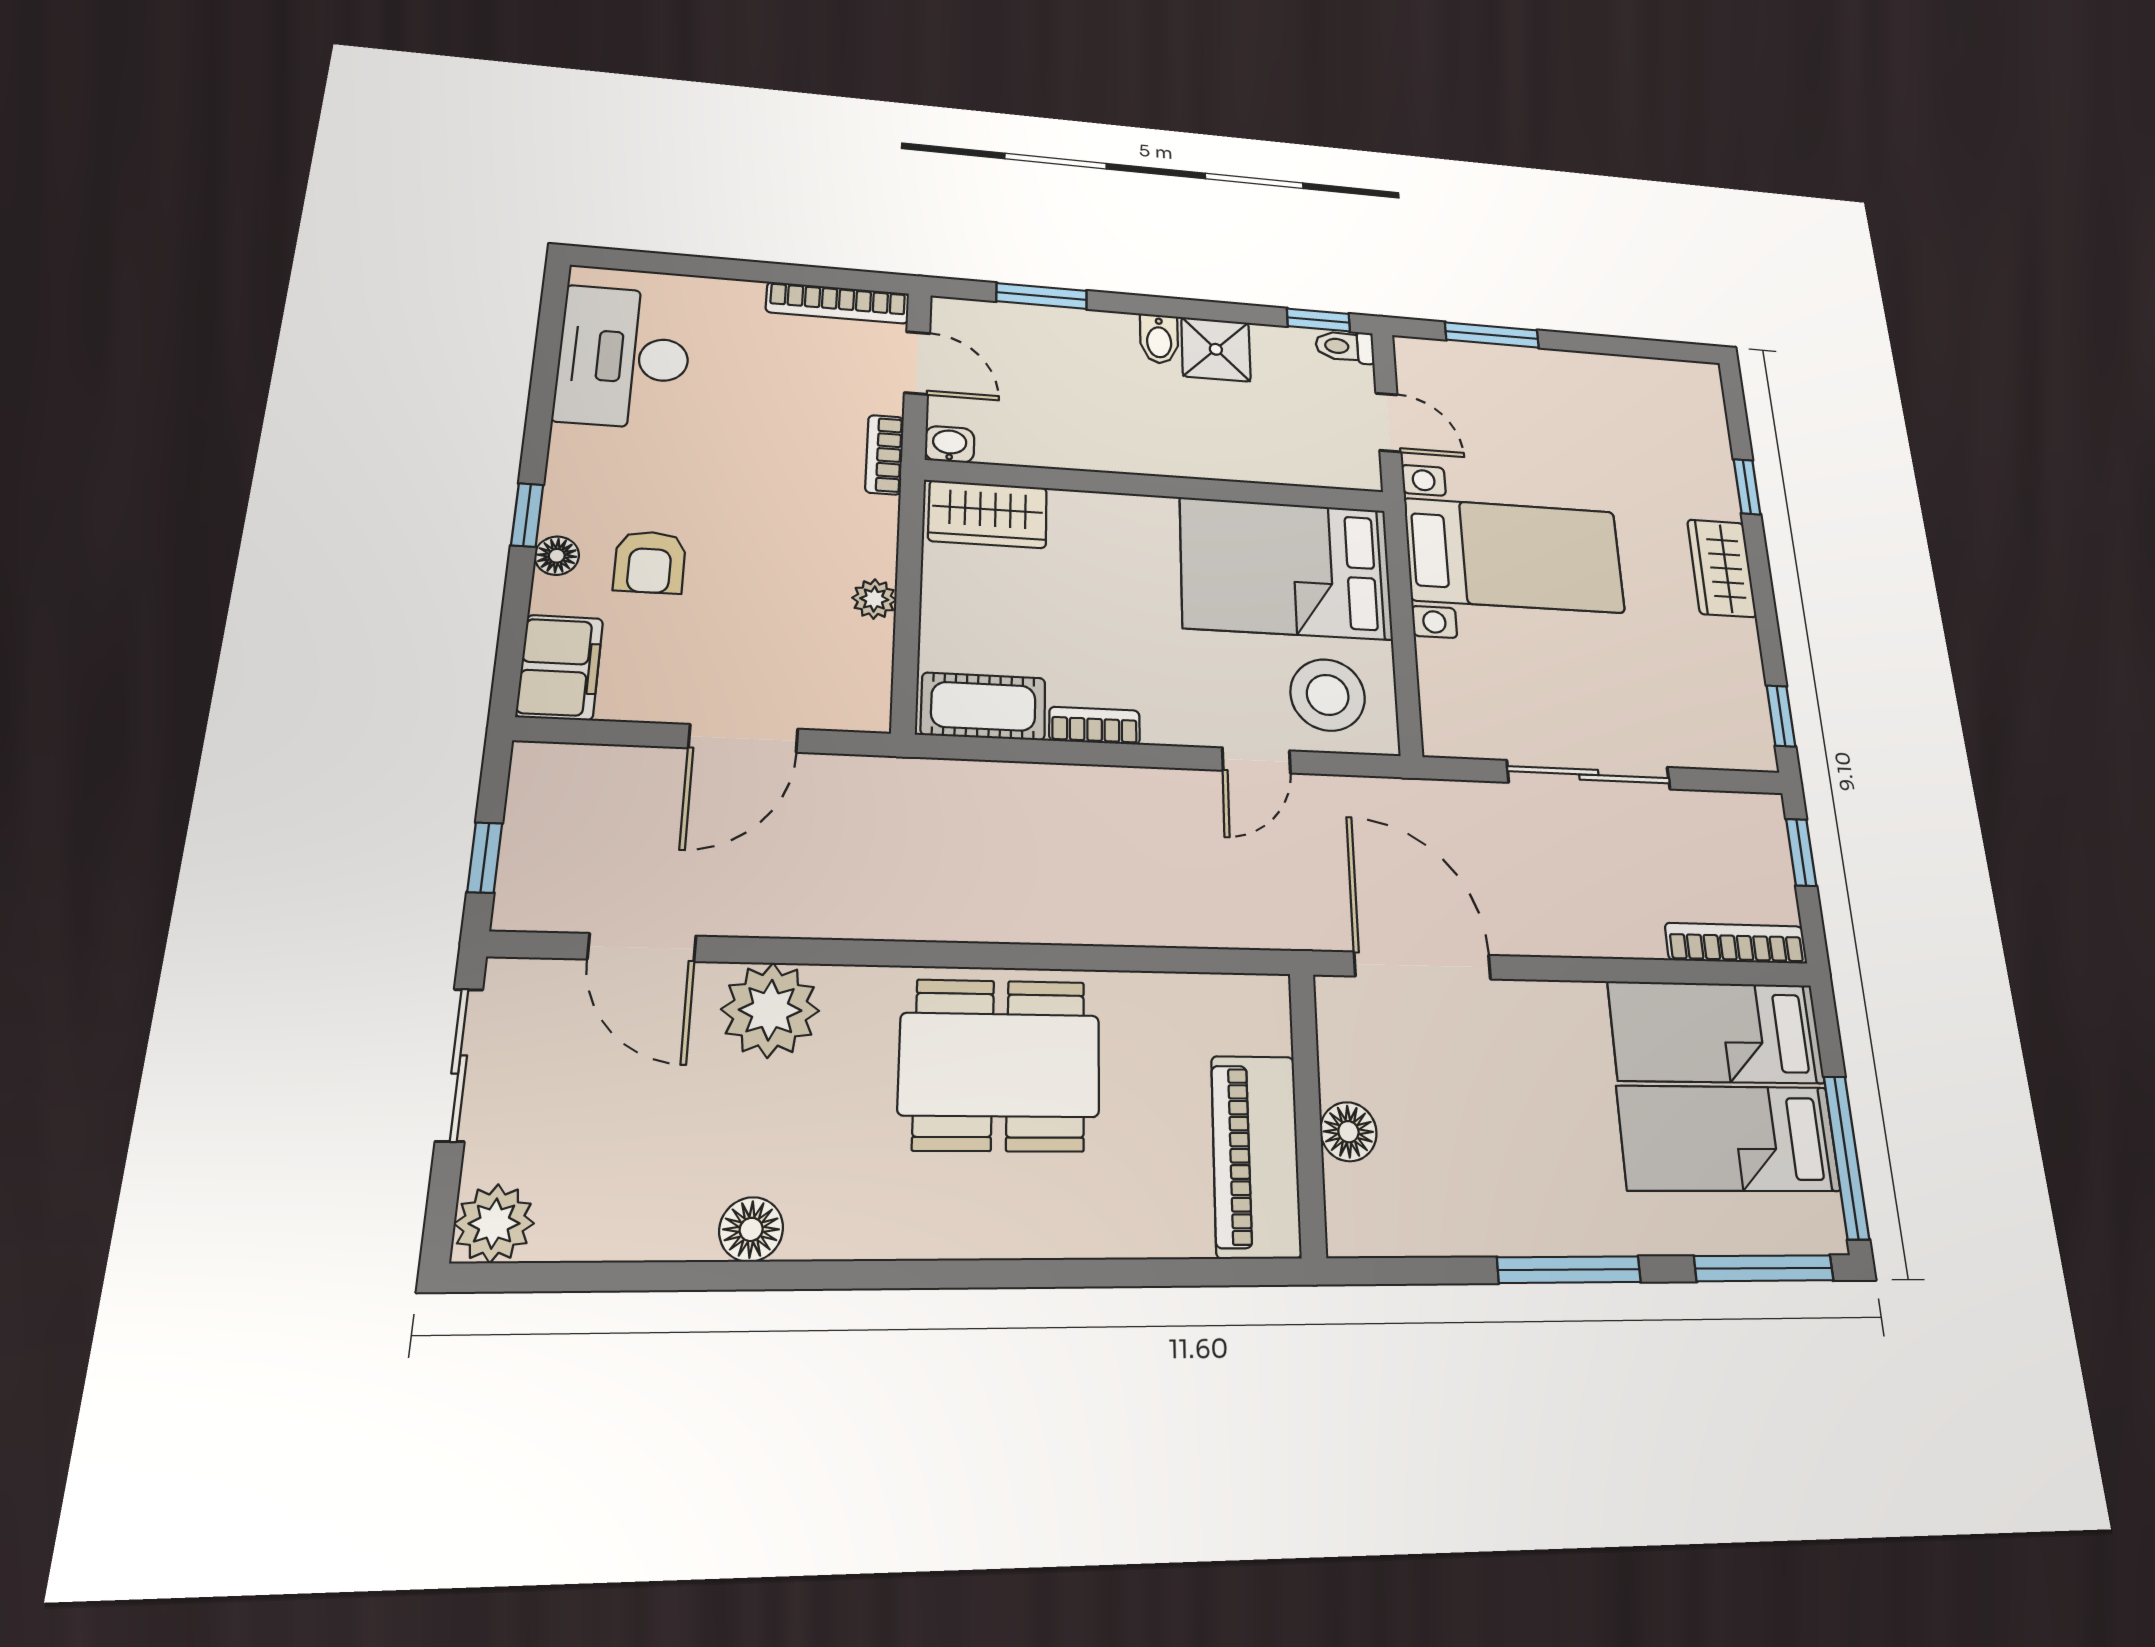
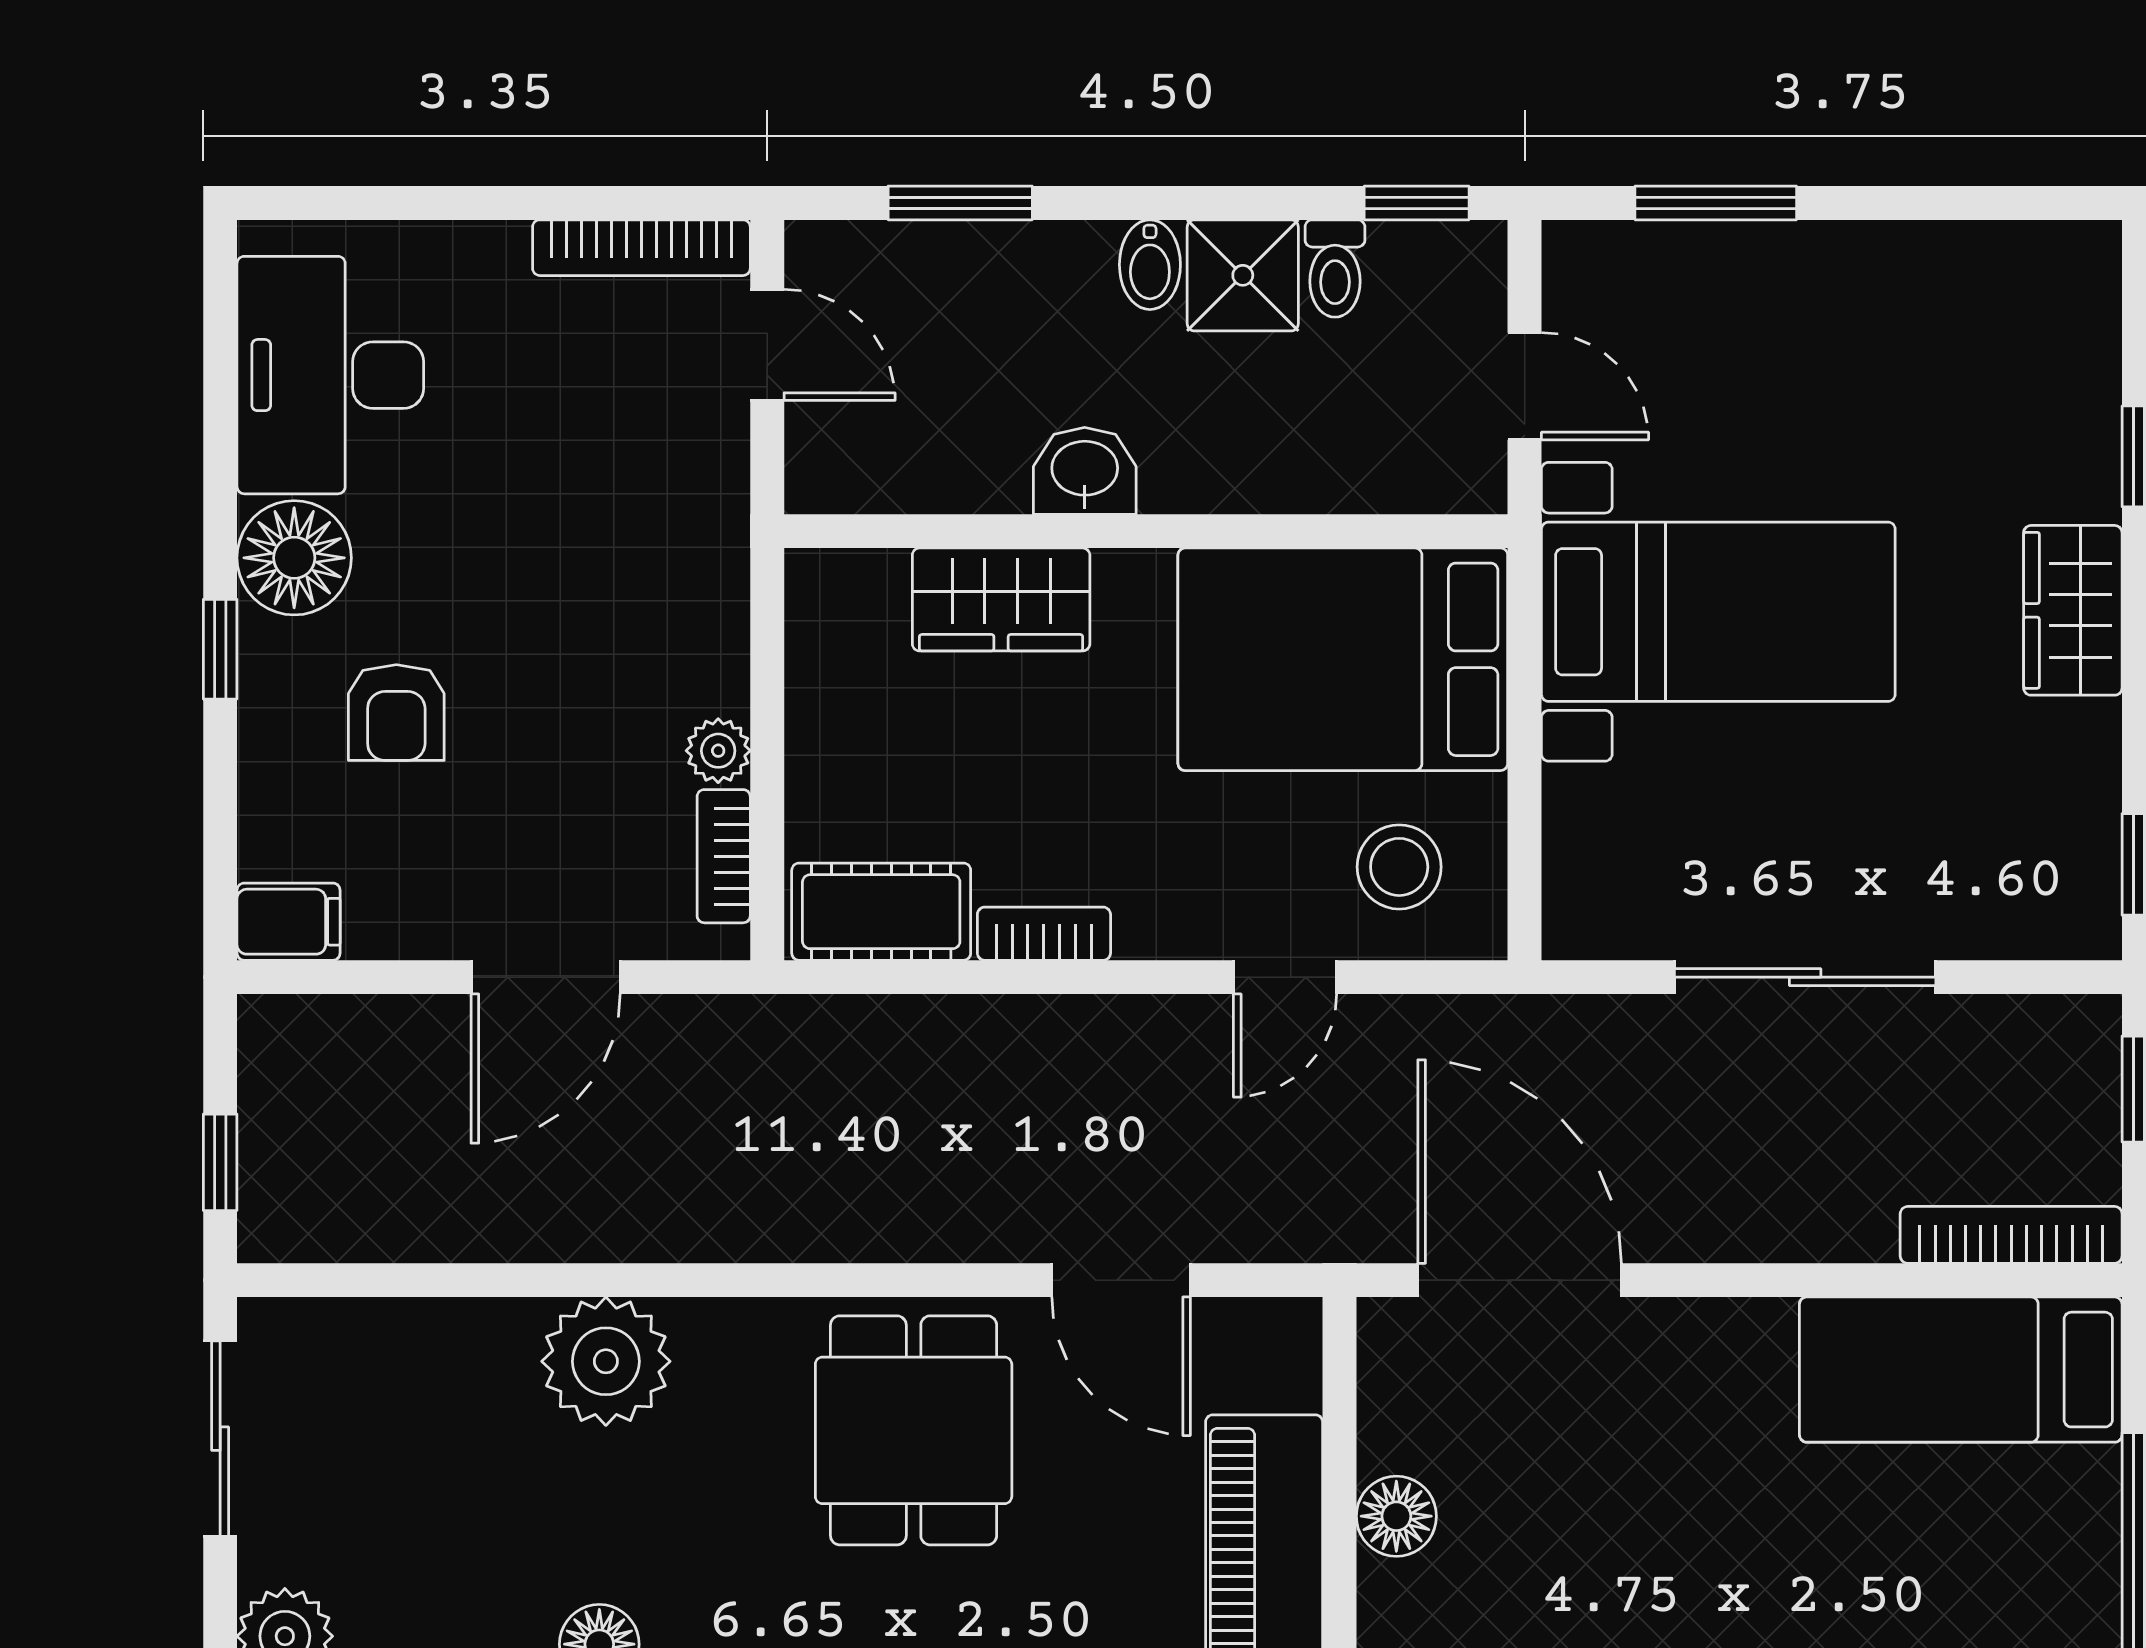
toilet: (1345, 347) -> (1335, 268), moved, turned -90
washbasin: (950, 444) -> (1085, 471), moved, width x1.38, depth x1.45
bookcase: (885, 455) -> (724, 856), moved
wardrobe: (988, 514) -> (1001, 599), moved
floor lamp: (557, 556) -> (294, 558), moved, width x1.89, depth x1.89
filing cabinet: (560, 667) -> (289, 922), width x0.50
stool: (1328, 695) -> (1399, 867), width x0.73, depth x0.73
door: (642, 948) -> (1121, 1280), moved
dining table: (1000, 1065) -> (914, 1430), width x0.73
bed: (1728, 1138) -> (1959, 1522), removed

